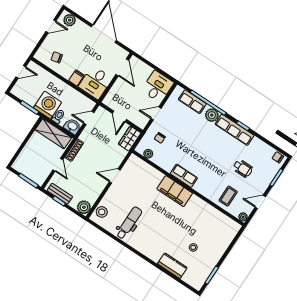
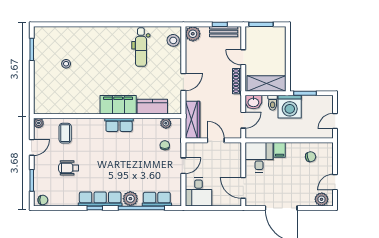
wardrobe: (130, 139) -> (193, 120), width x1.50
kitchen counter: (172, 266) -> (152, 107), moved, turned 180

